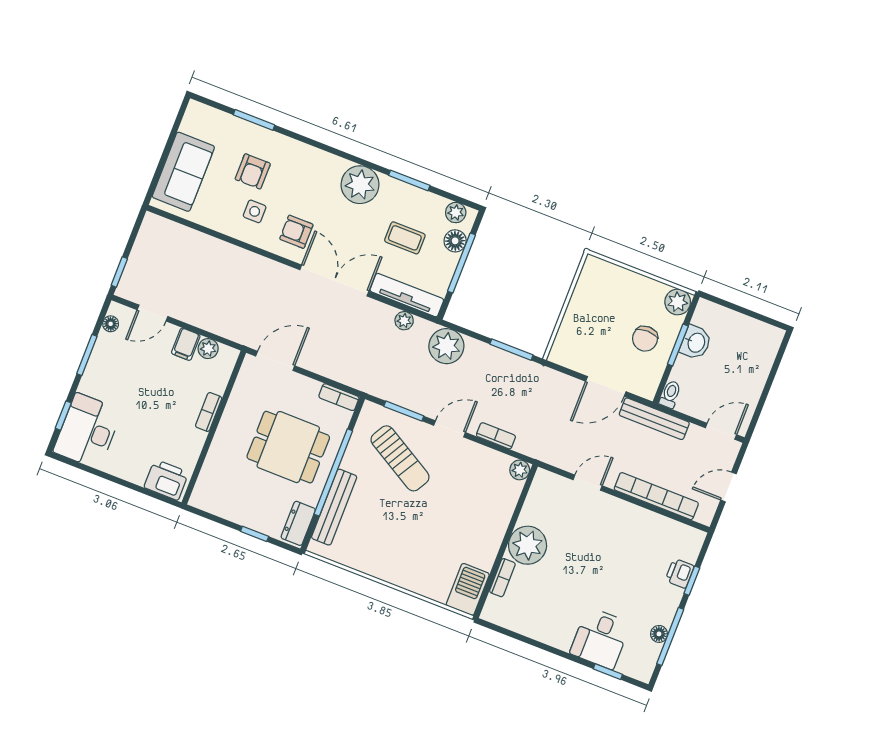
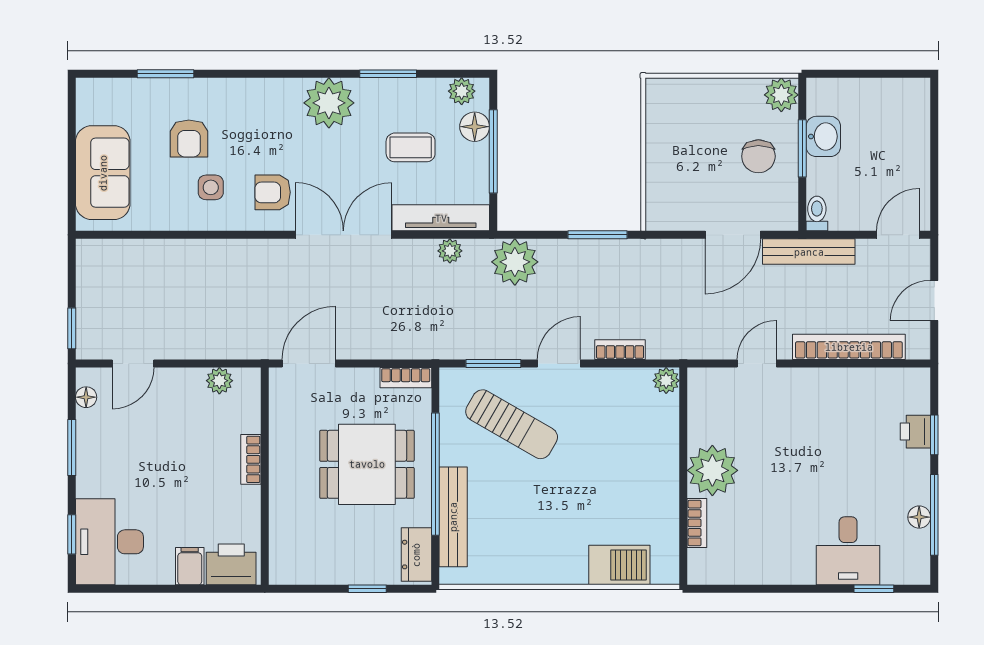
filing cabinet: (186, 344) -> (190, 566), moved, turned 180
barbecue: (468, 589) -> (619, 565), moved, turned 90

